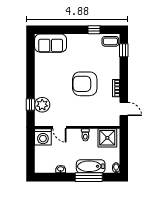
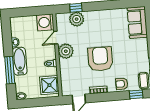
armchair: (112, 64) -> (122, 84), added
plant: (74, 118) -> (66, 51), added
bathtub: (91, 166) -> (20, 61), moved

